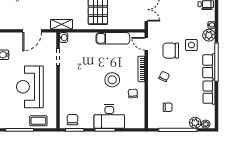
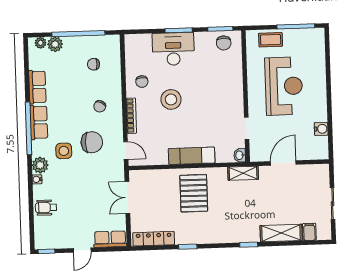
exam couch: (113, 38) -> (192, 156), moved

